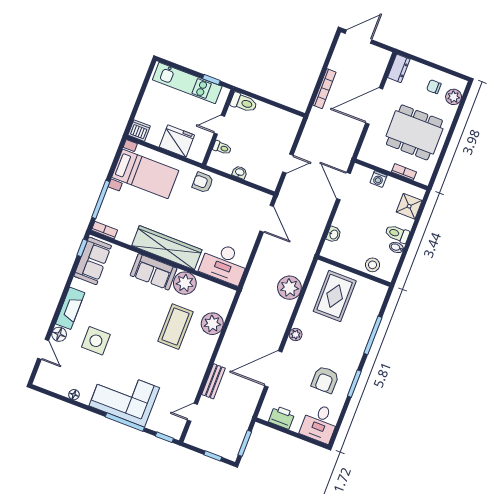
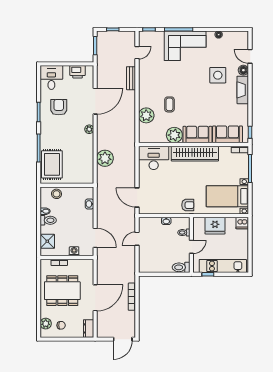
sofa: (93, 261) -> (227, 134), moved, turned 90
rug: (335, 296) -> (52, 164), moved
coffee table: (176, 327) -> (169, 104), width x0.54, depth x0.58

